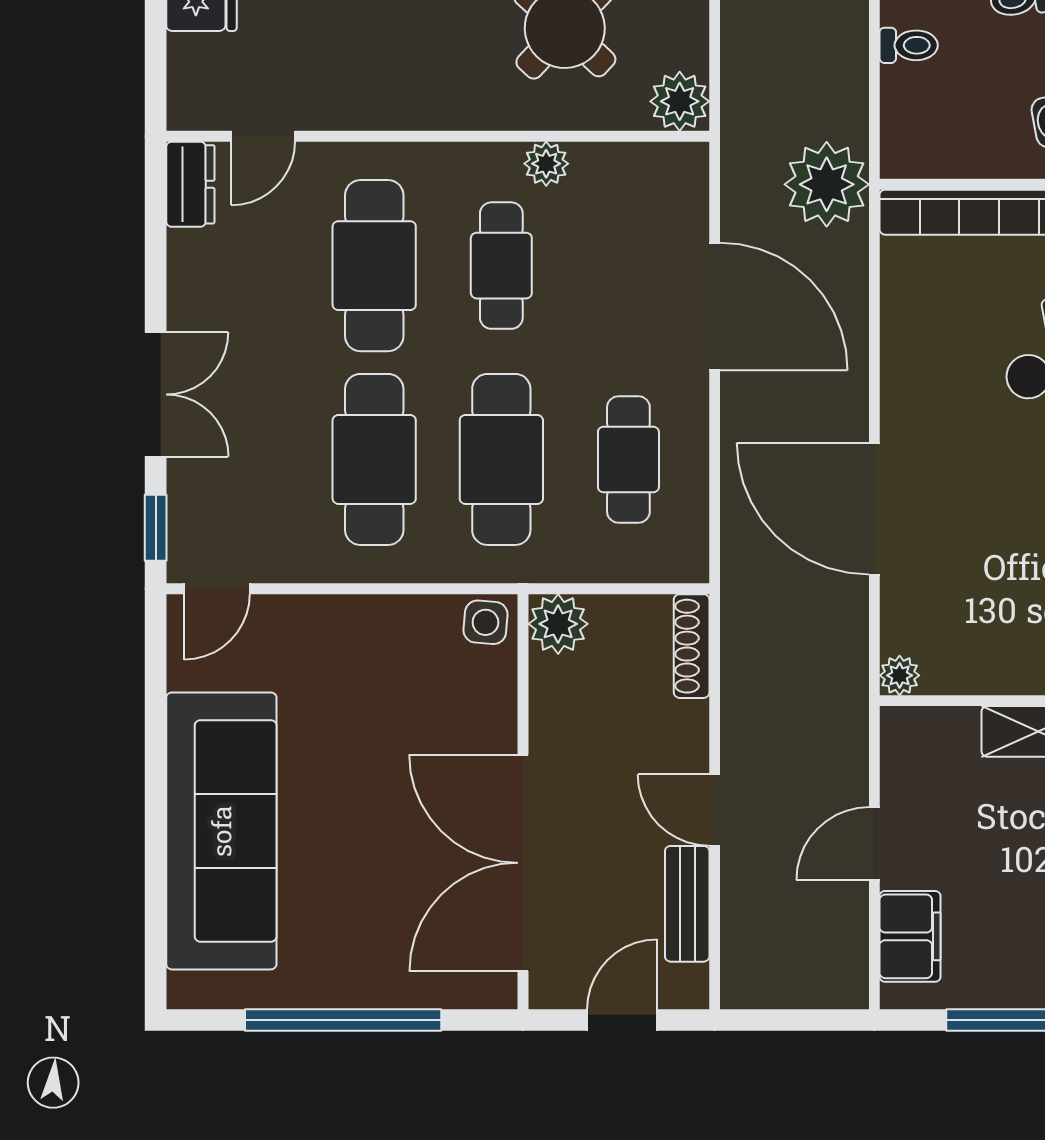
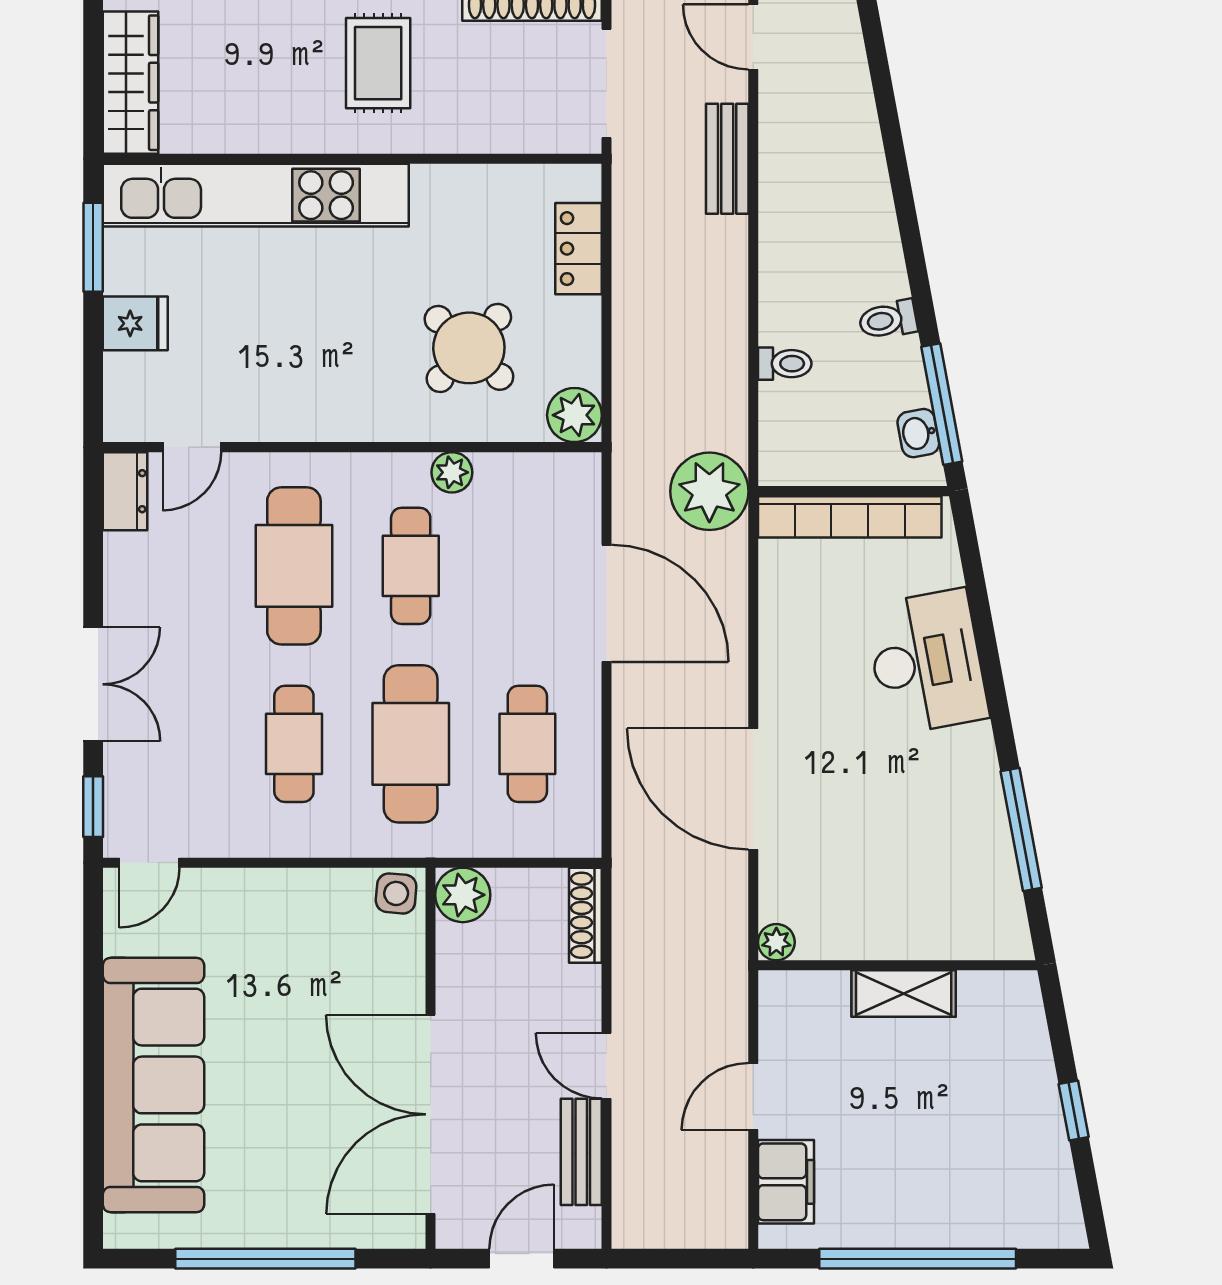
cafe table: (374, 459) -> (294, 744), width x0.73, depth x0.74

